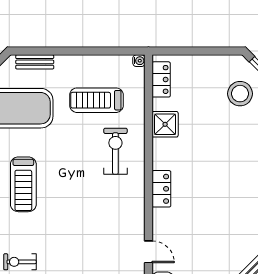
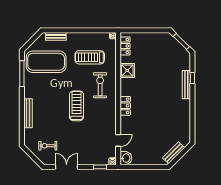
stool: (240, 94) -> (168, 54), removed
treadmill: (23, 184) -> (77, 106), moved, turned 180
door: (148, 252) -> (118, 140), hinge flipped

